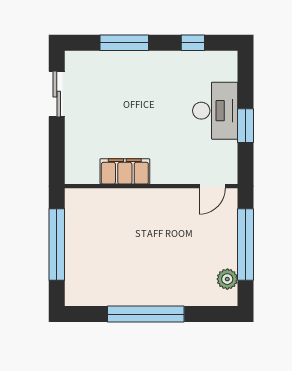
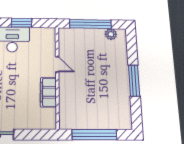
door: (212, 186) -> (57, 64), moved
window: (146, 314) -> (134, 81), width x0.68

